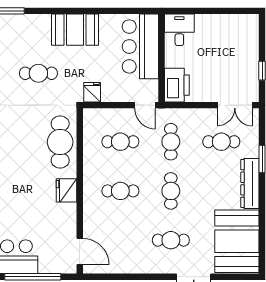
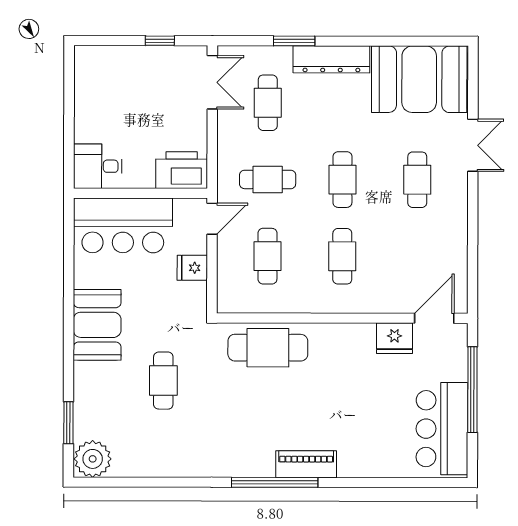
fridge: (92, 92) -> (192, 268), moved
fridge: (66, 190) -> (394, 338), moved
cafe table: (171, 191) -> (342, 180), turned 90

